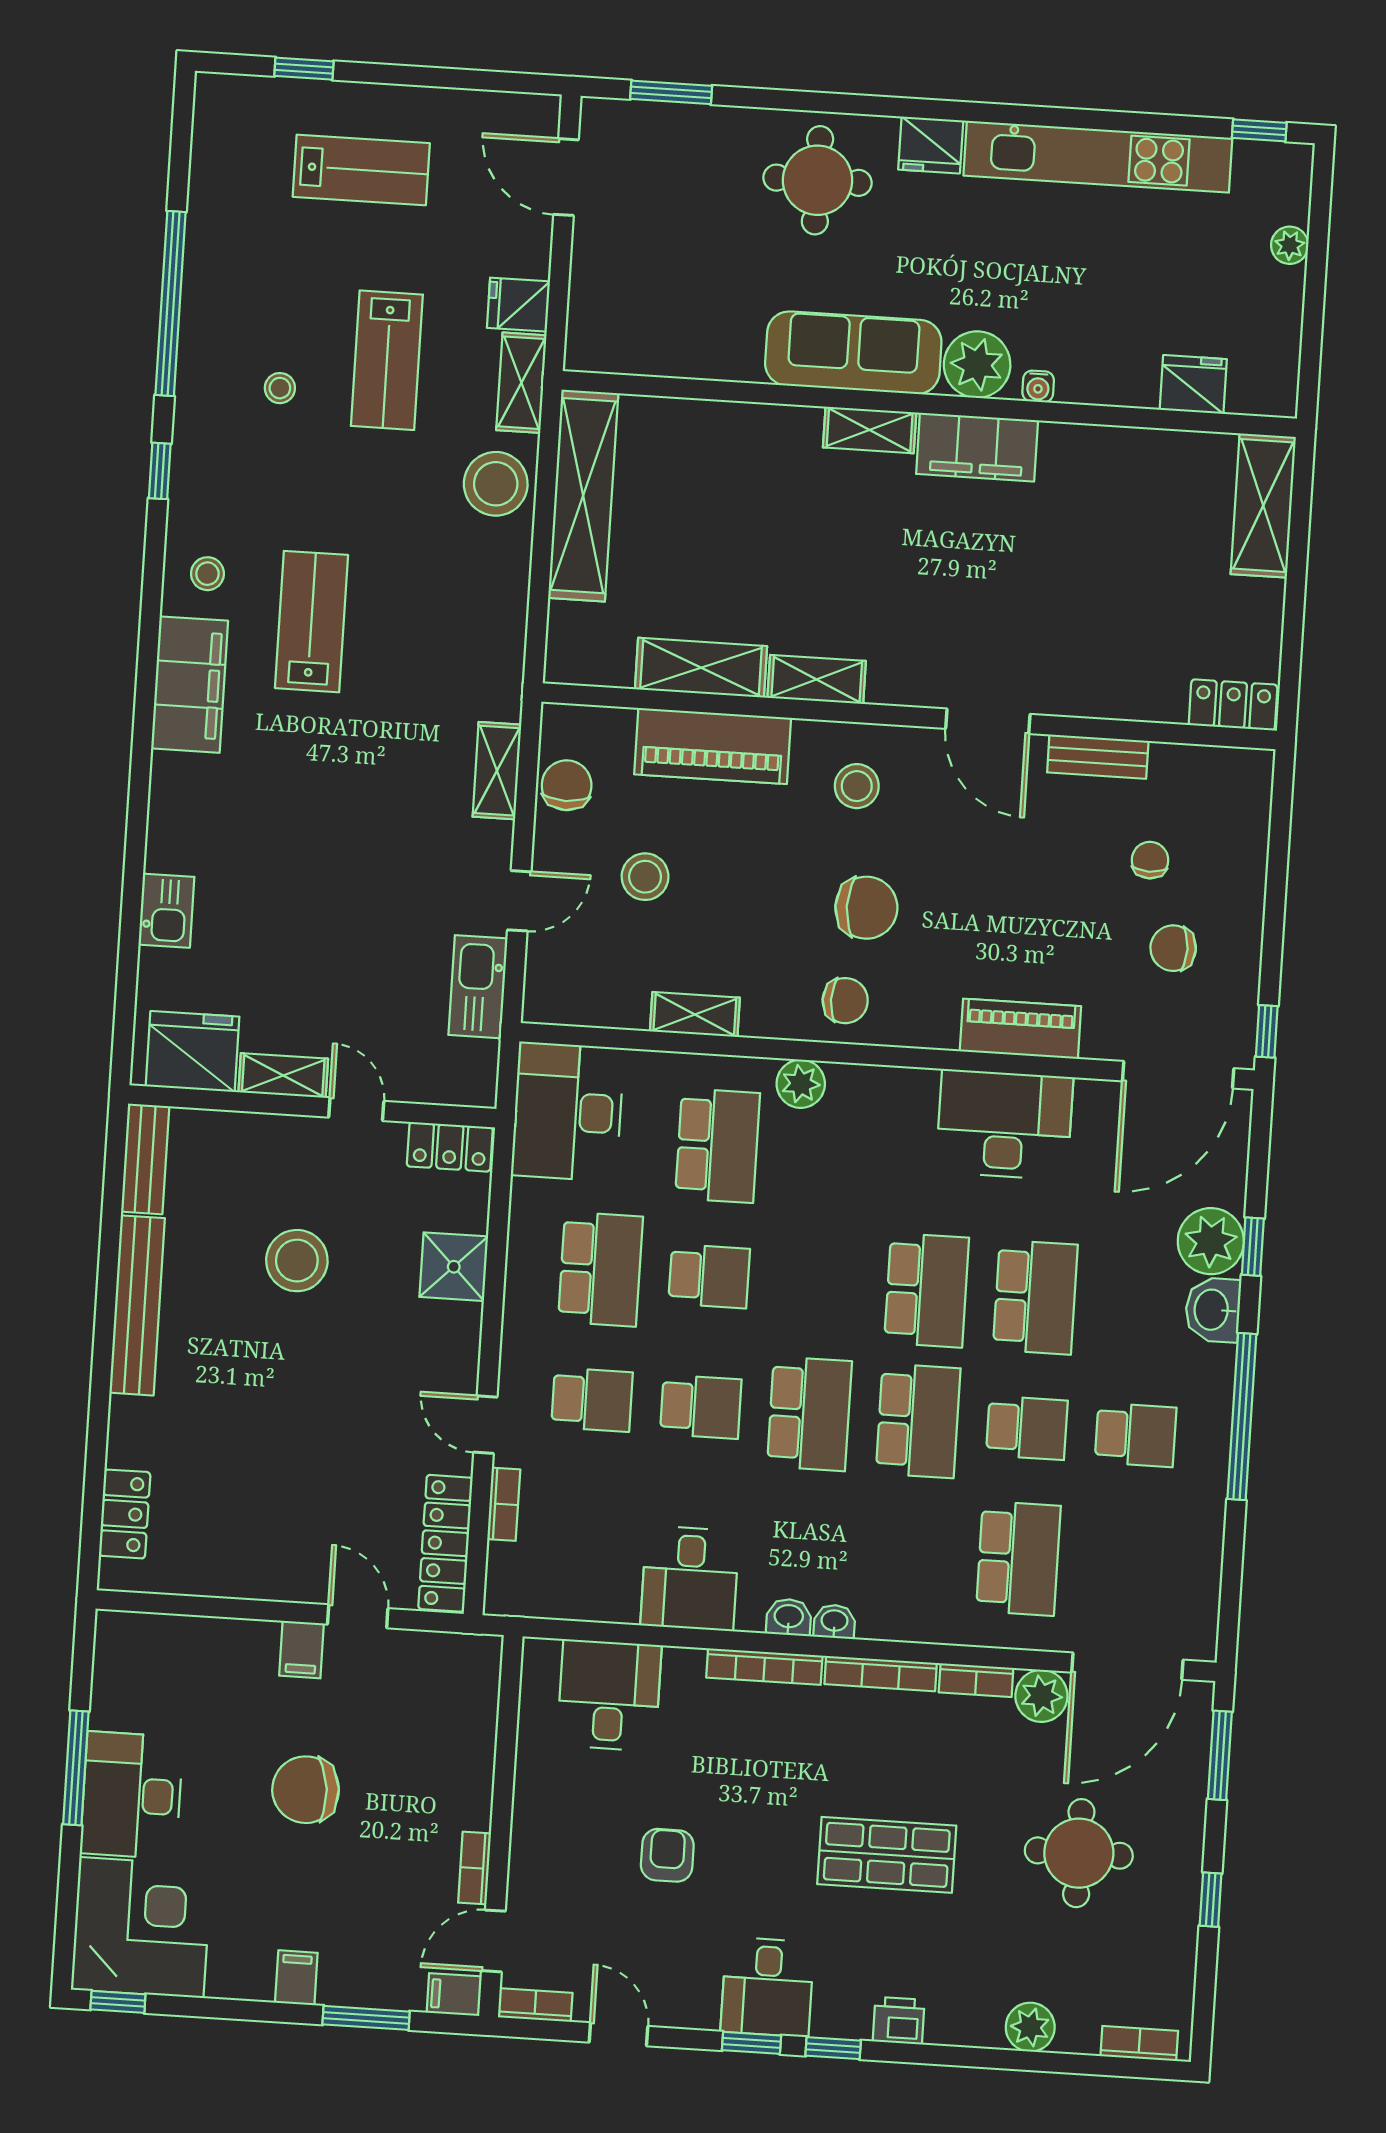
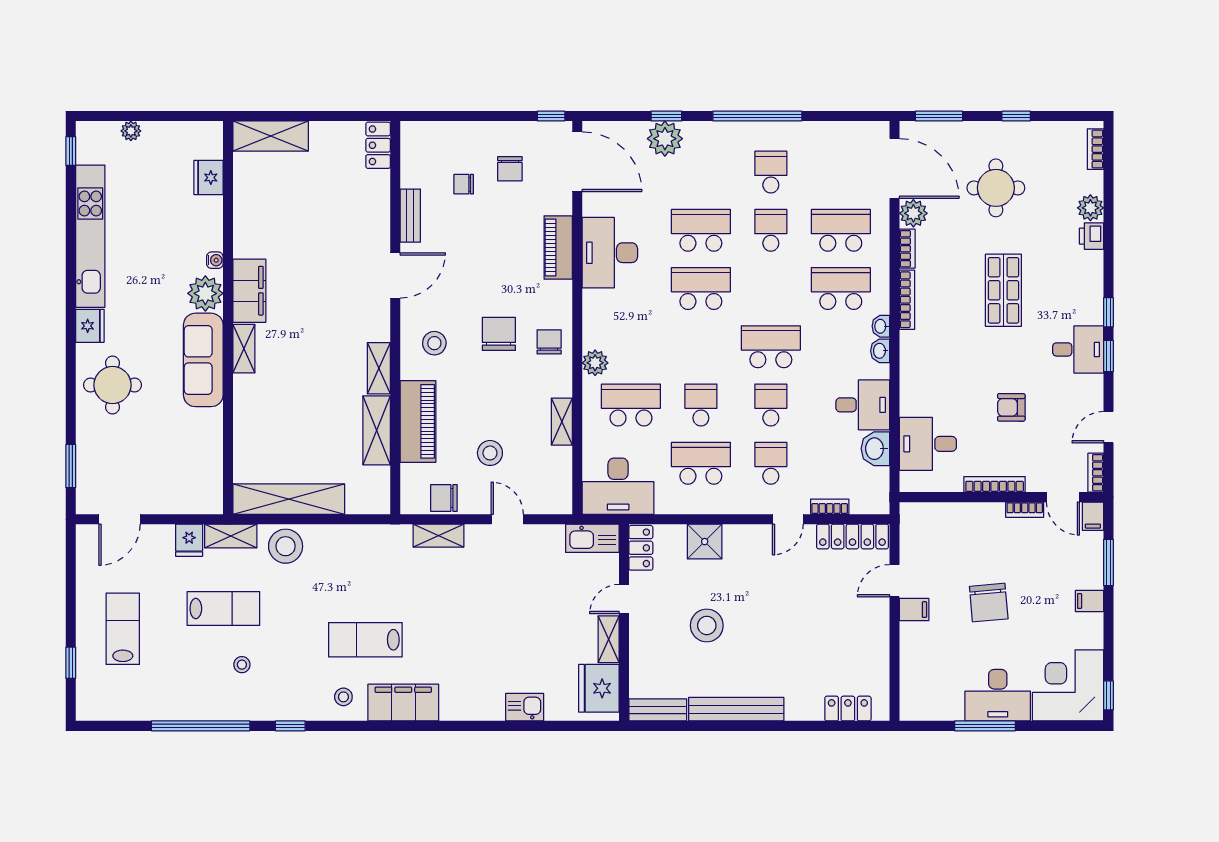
kitchen sink: (478, 987) -> (592, 538), moved
washbasin: (1213, 1310) -> (875, 449), moved, turned 90
school desk: (918, 1421) -> (841, 289), moved
bookcase: (764, 1667) -> (995, 484), moved, turned -90
printer: (899, 2021) -> (1091, 236), moved

